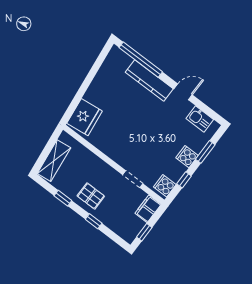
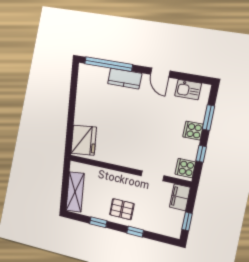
kitchen counter: (149, 80) -> (125, 79), width x0.67
door: (183, 92) -> (160, 73), swing flipped

